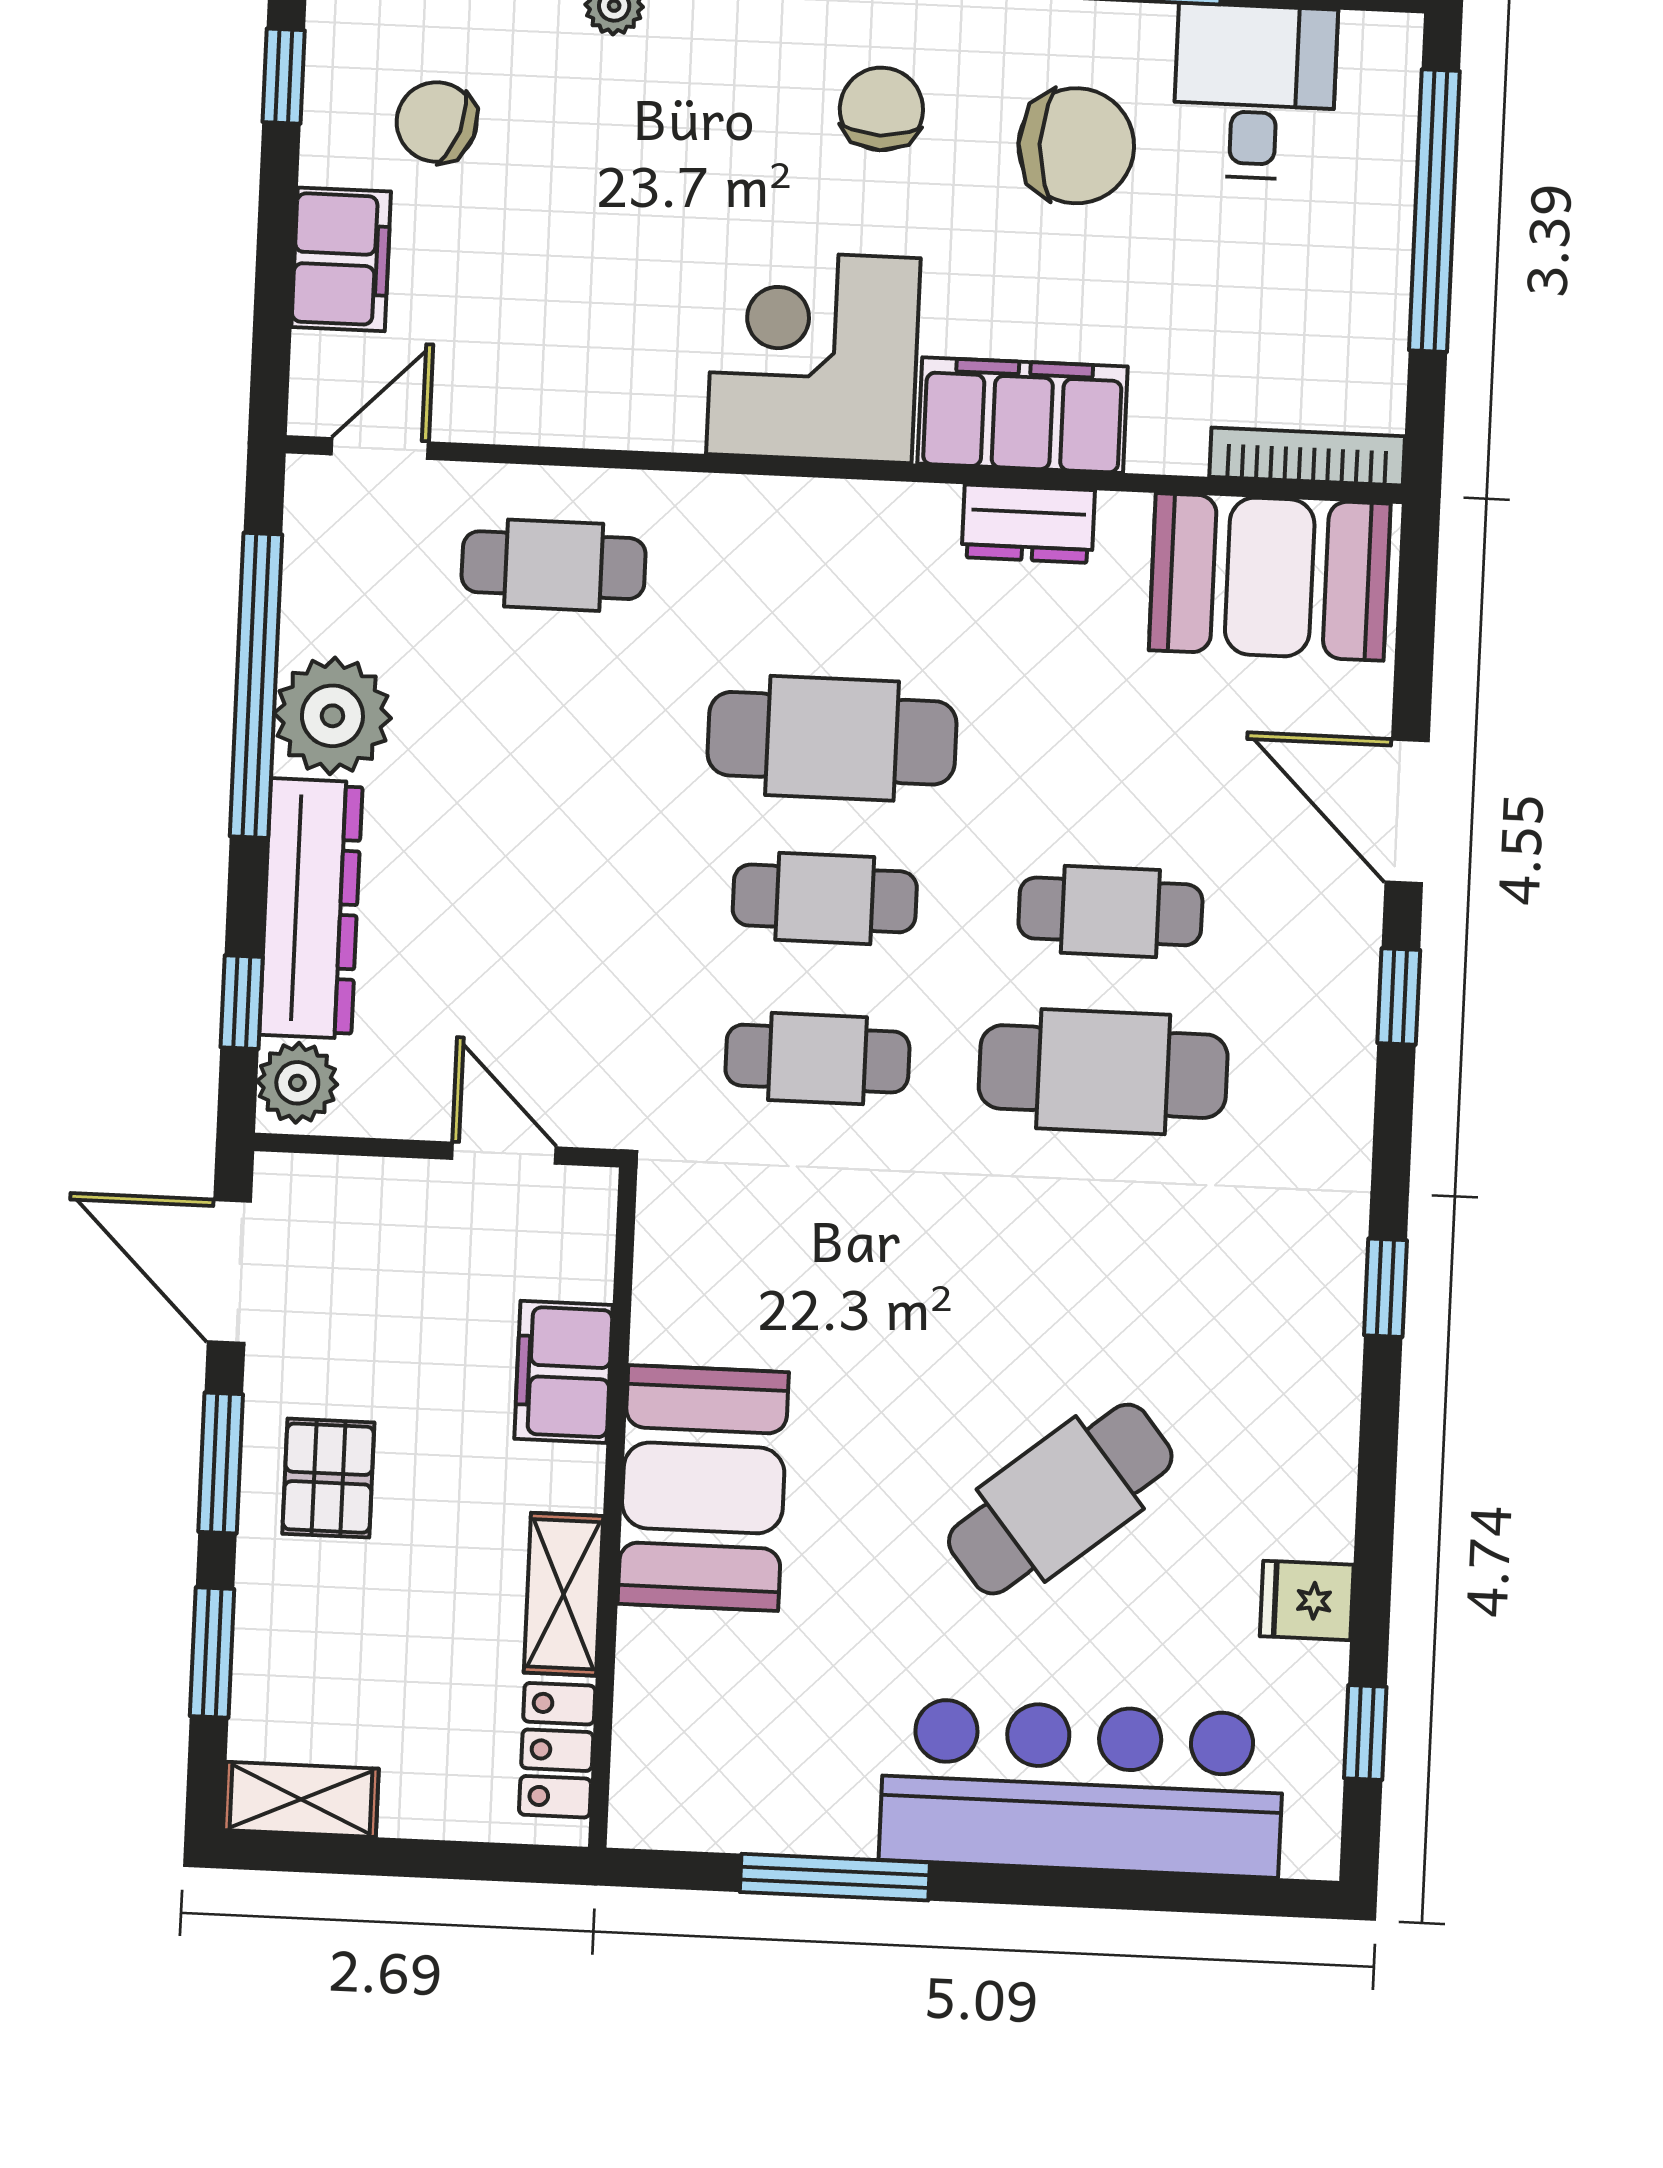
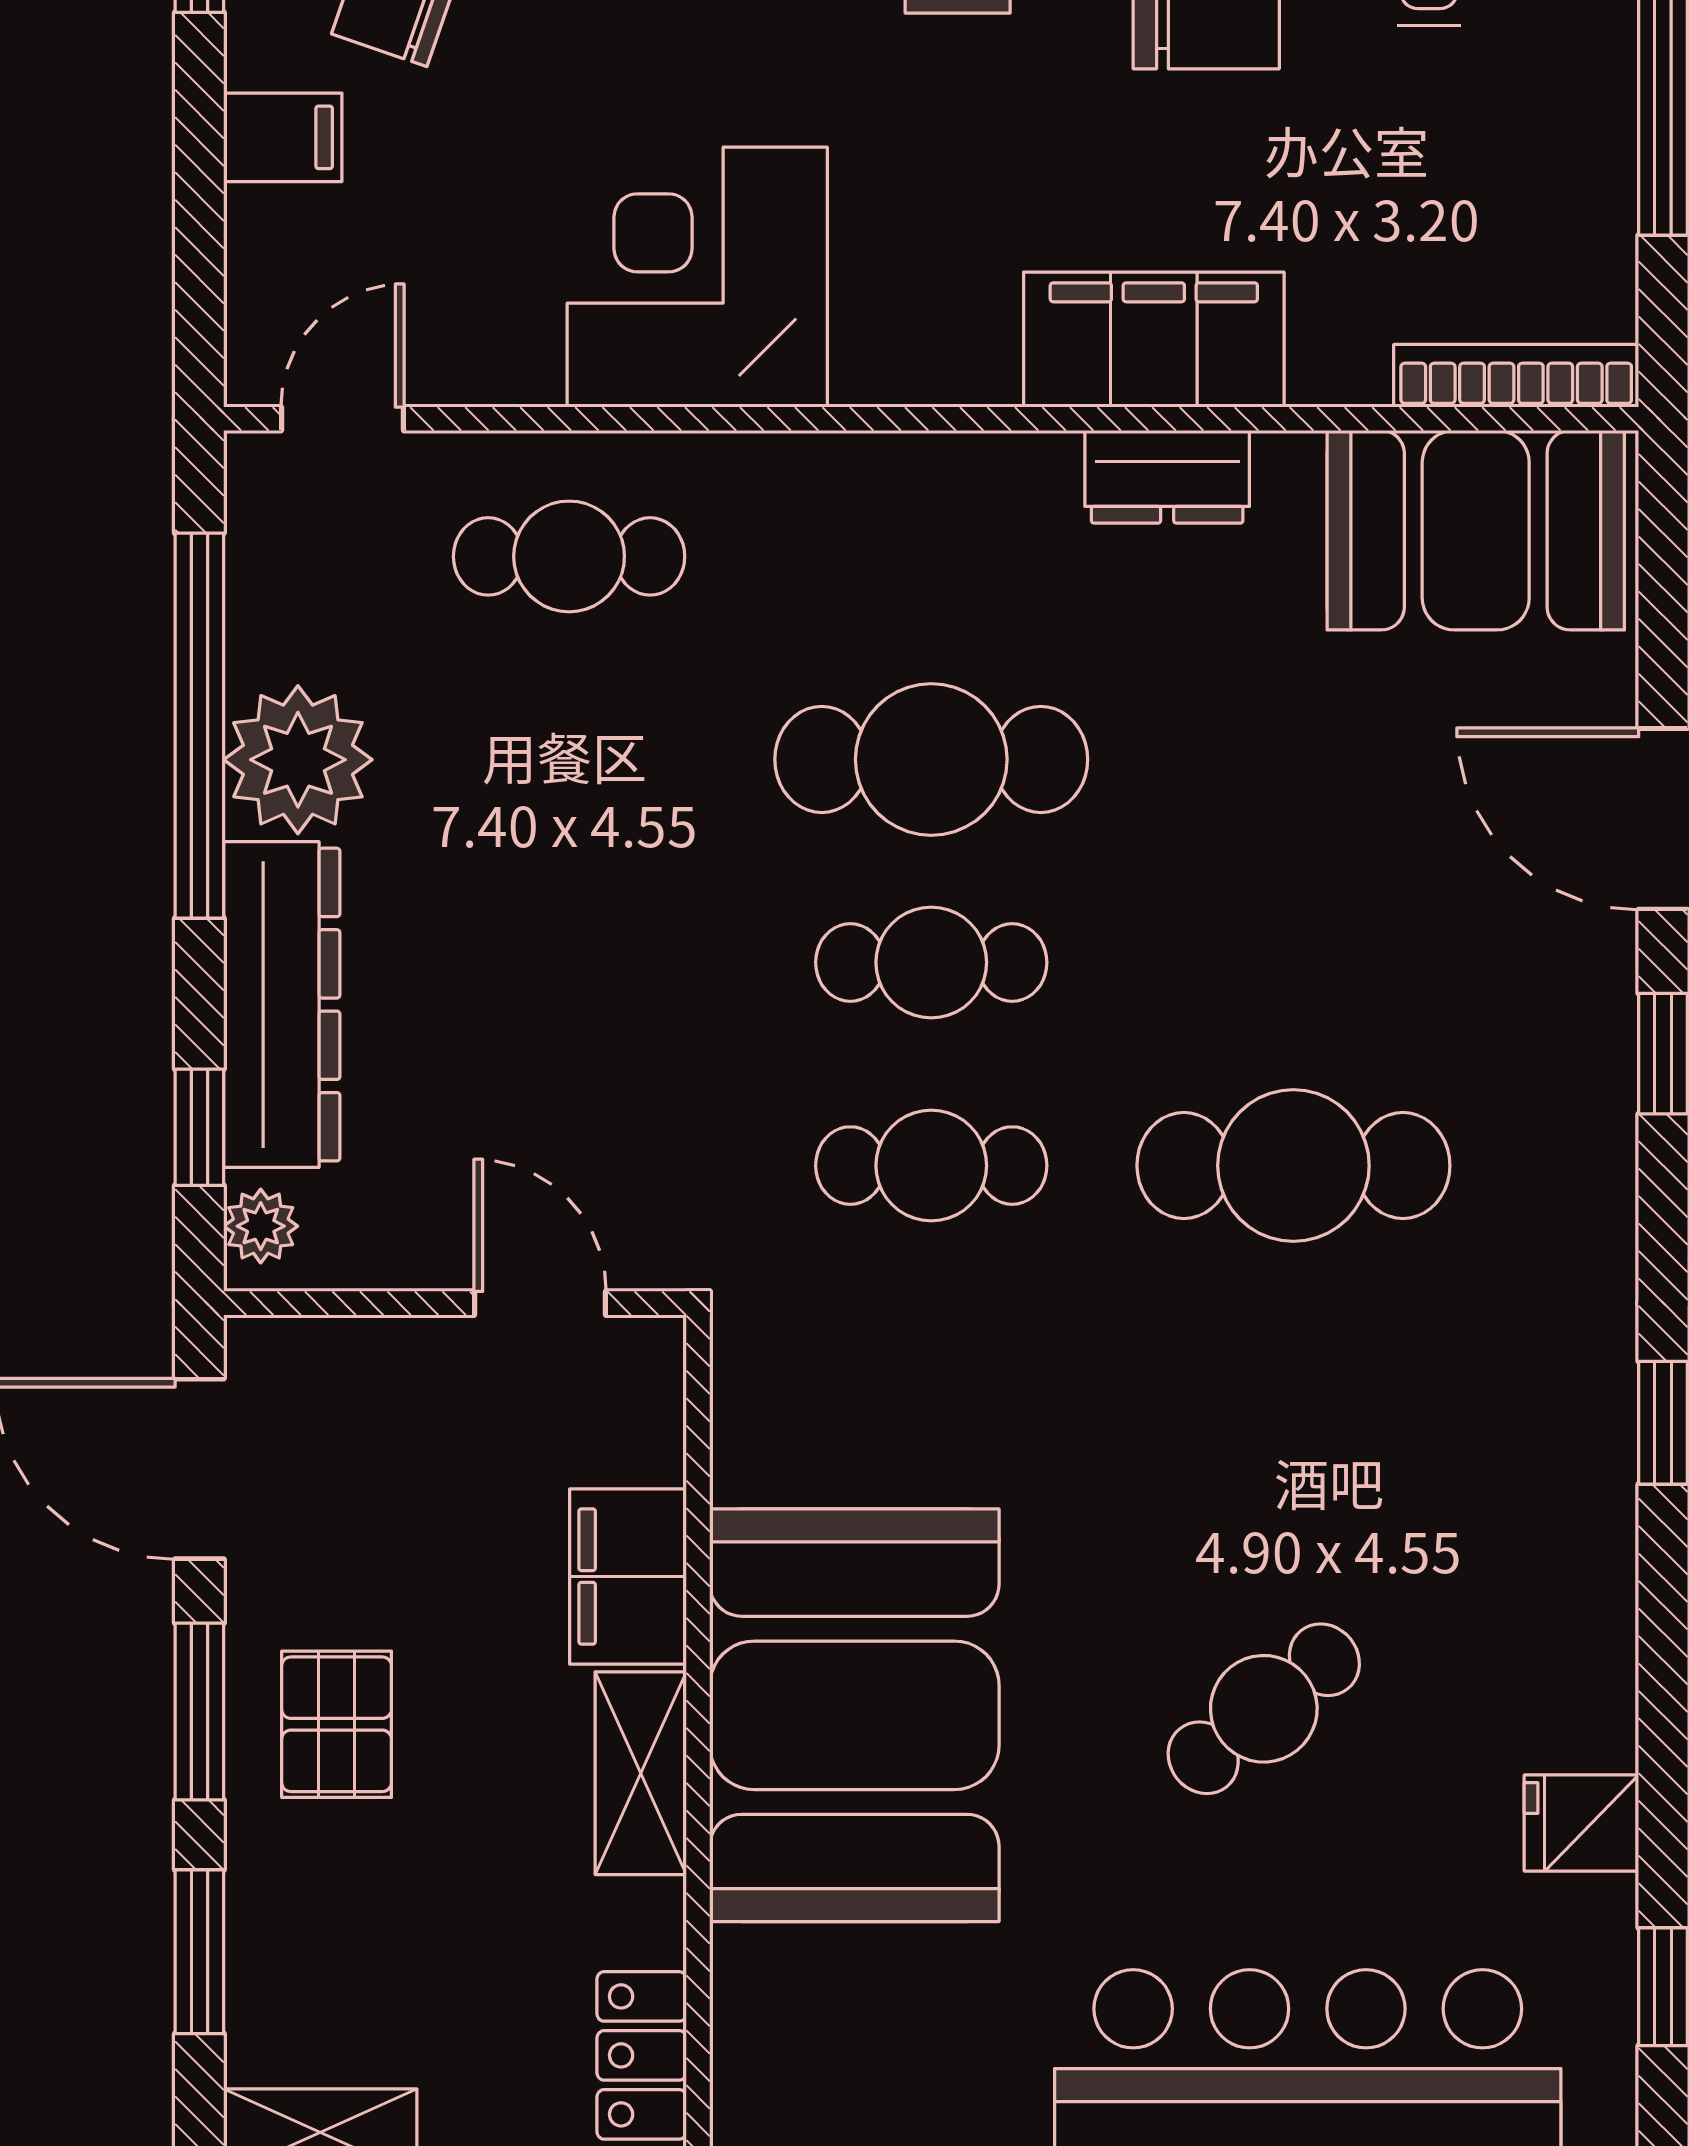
filing cabinet: (341, 259) -> (283, 137), width x0.50
corner desk: (813, 356) -> (697, 277), moved
cafe table: (1110, 911) -> (1293, 962), removed
plant: (297, 1083) -> (261, 1226), width x0.73, depth x0.73
booth: (703, 1488) -> (854, 1715), width x1.36, depth x1.42
cafe table: (1060, 1499) -> (1264, 1709), width x0.73, depth x0.74
shelving: (563, 1594) -> (641, 1773), moved

